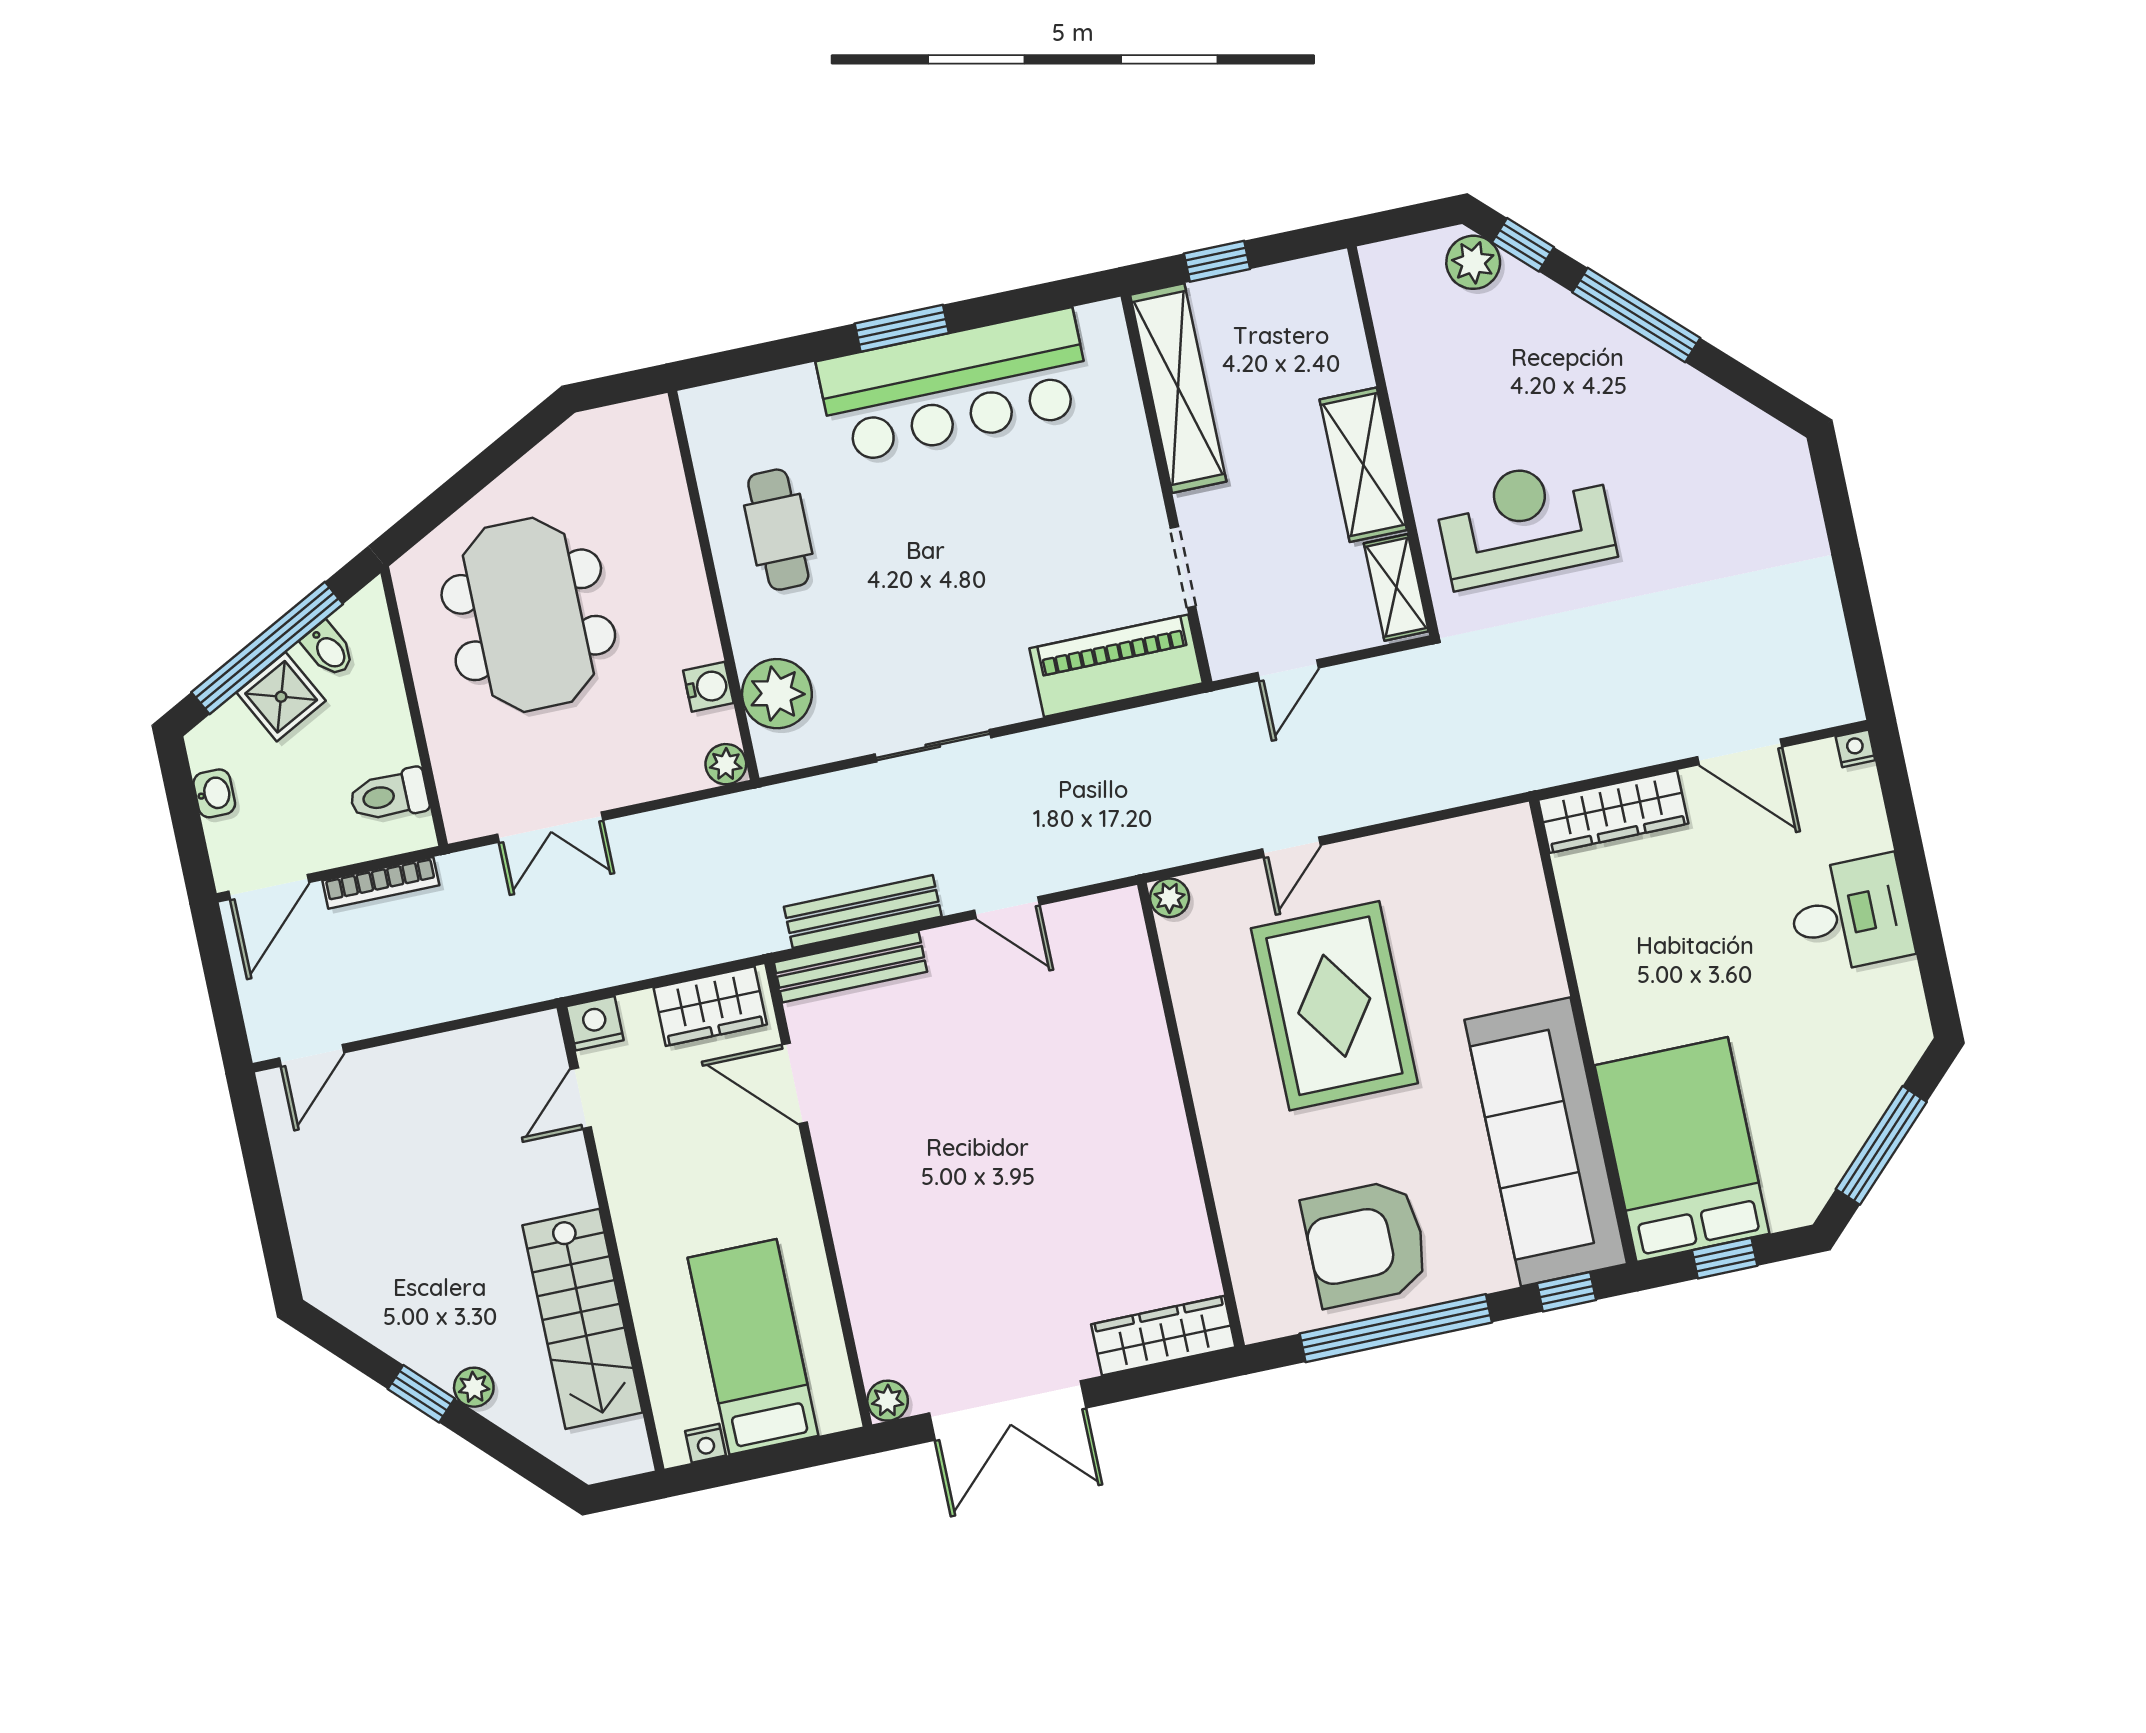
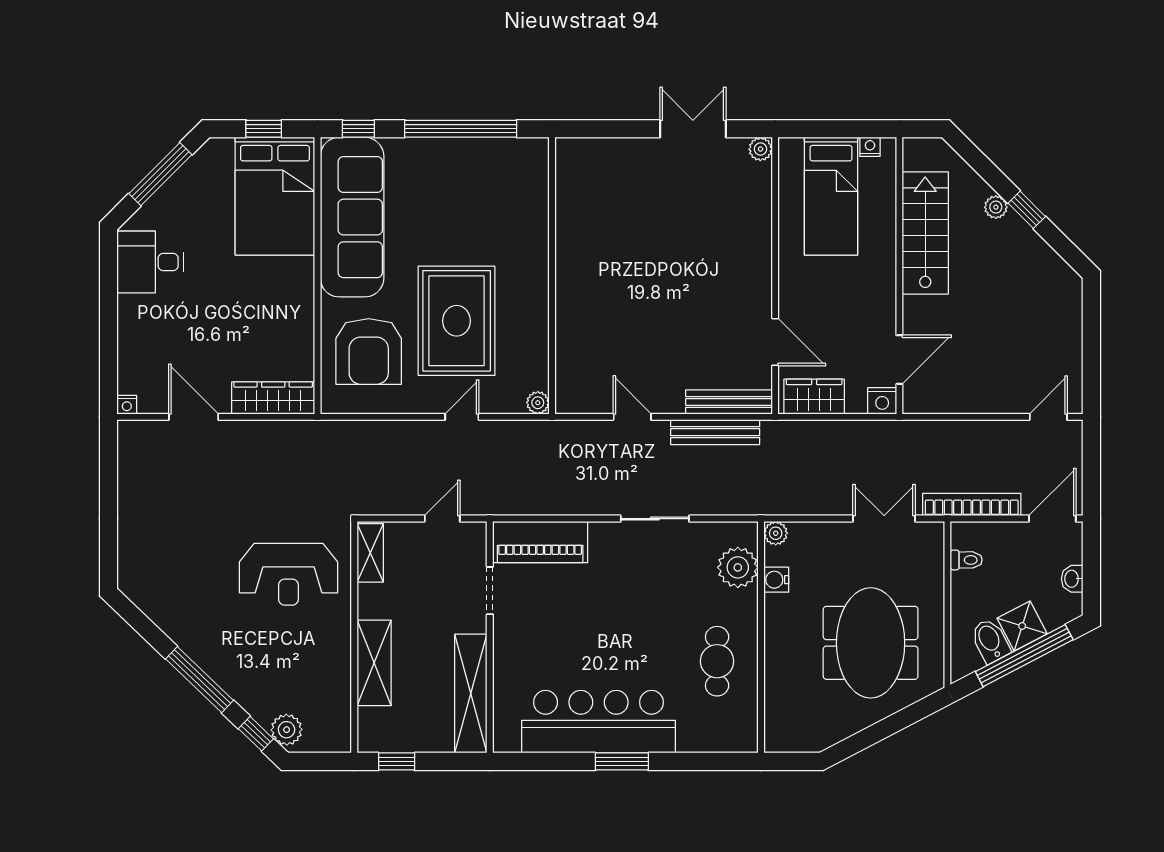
window: (1217, 261) -> (397, 761), moved
shelving: (1363, 465) -> (374, 663), moved
bidet: (328, 650) -> (990, 641), width x1.38, depth x1.36
toilet: (389, 795) -> (966, 560), width x0.73, depth x0.72
bookcase: (381, 883) -> (972, 505), width x1.48, depth x1.31
desk: (1850, 914) -> (150, 262), moved
door: (581, 1098) -> (899, 360), width x1.38
armchair: (1366, 1243) -> (369, 352), moved, turned 90
wardrobe: (1163, 1336) -> (595, 153), removed
double door: (1008, 1411) -> (693, 129), width x0.73

